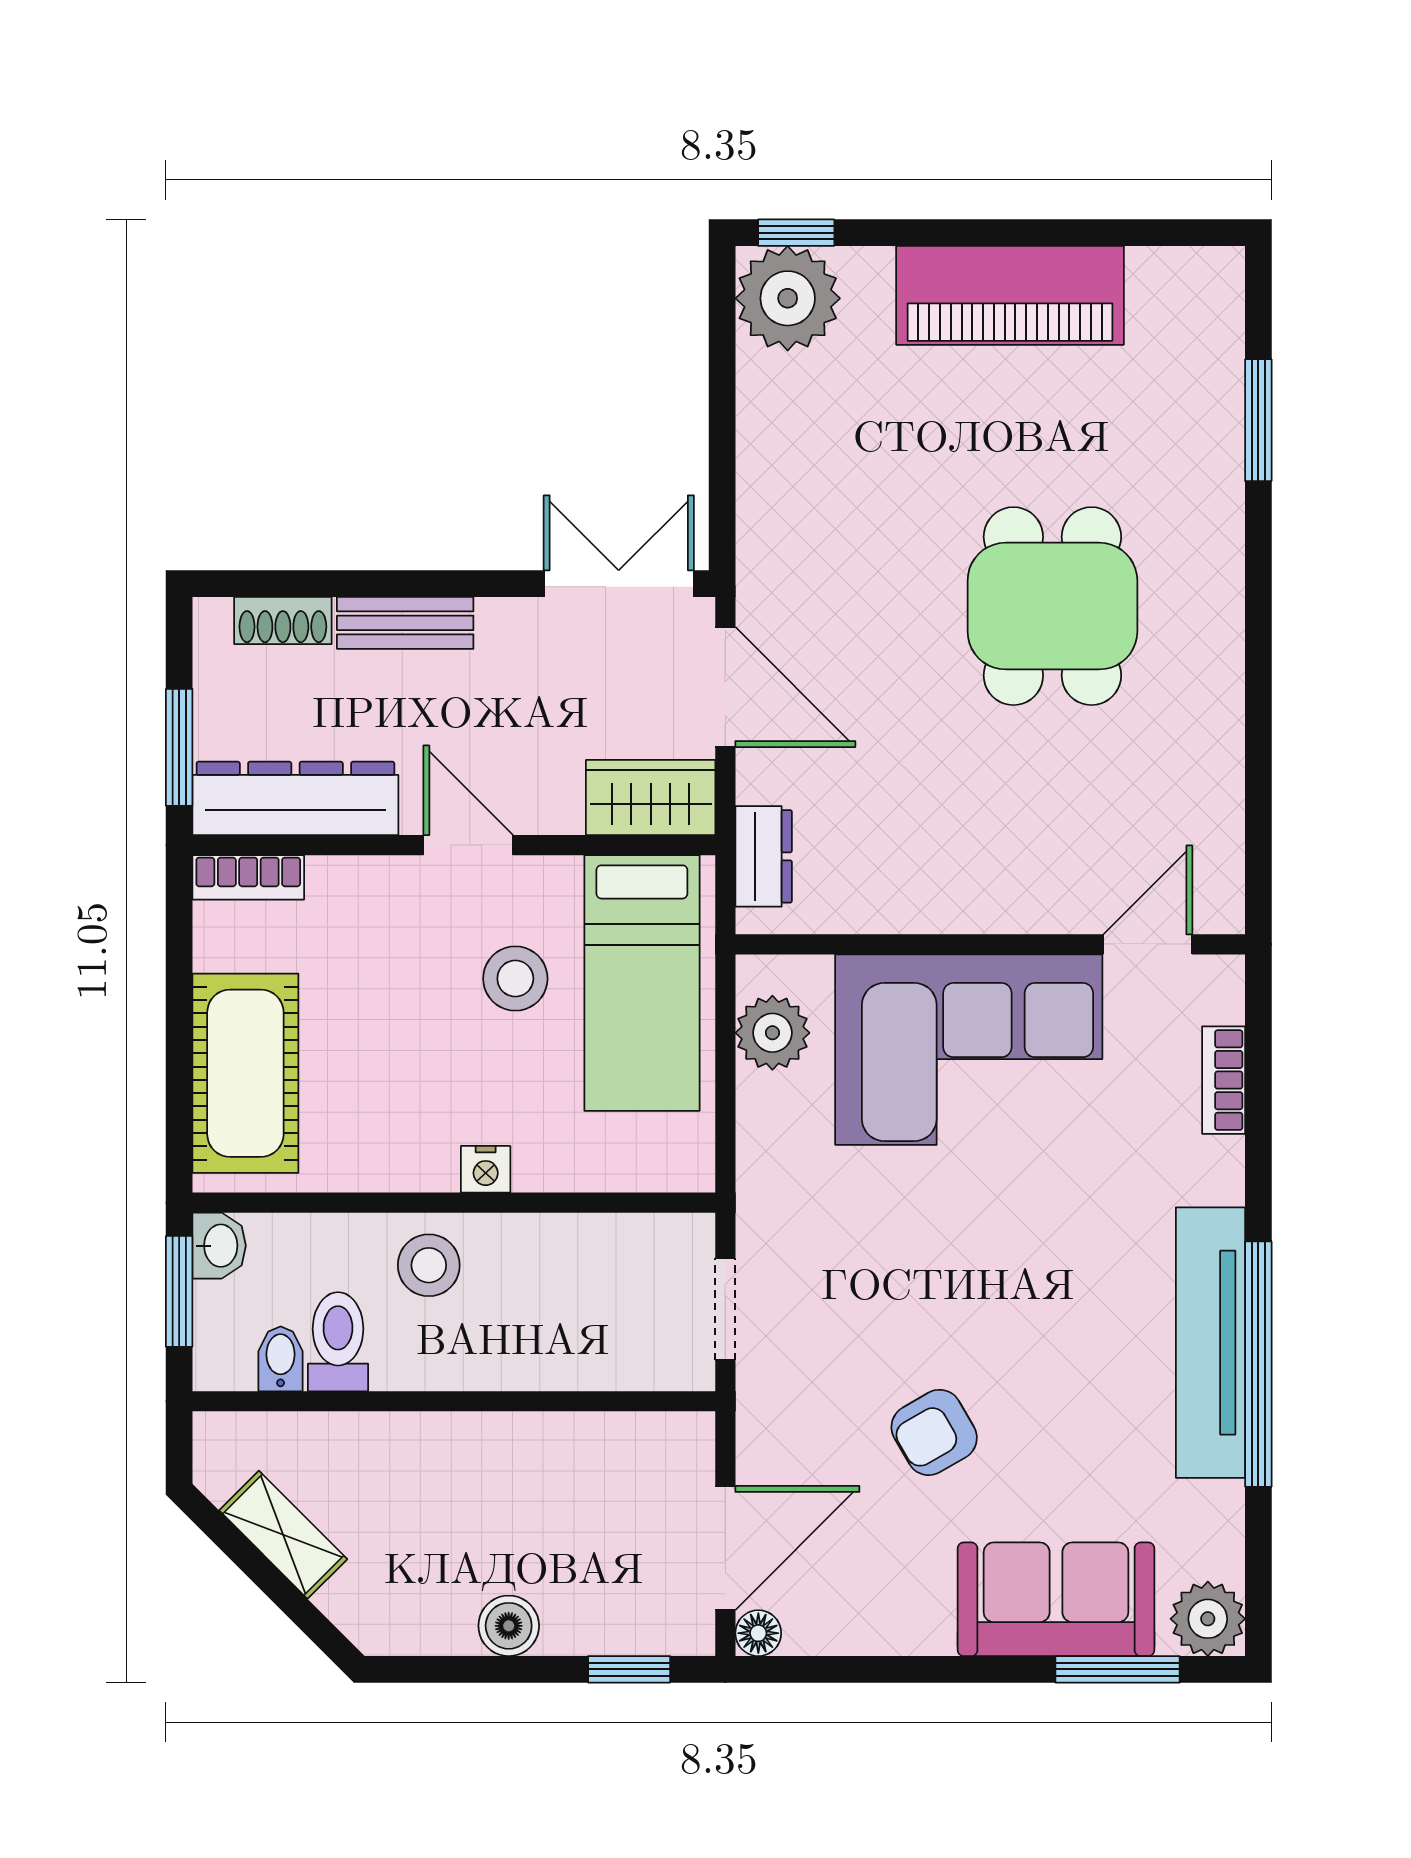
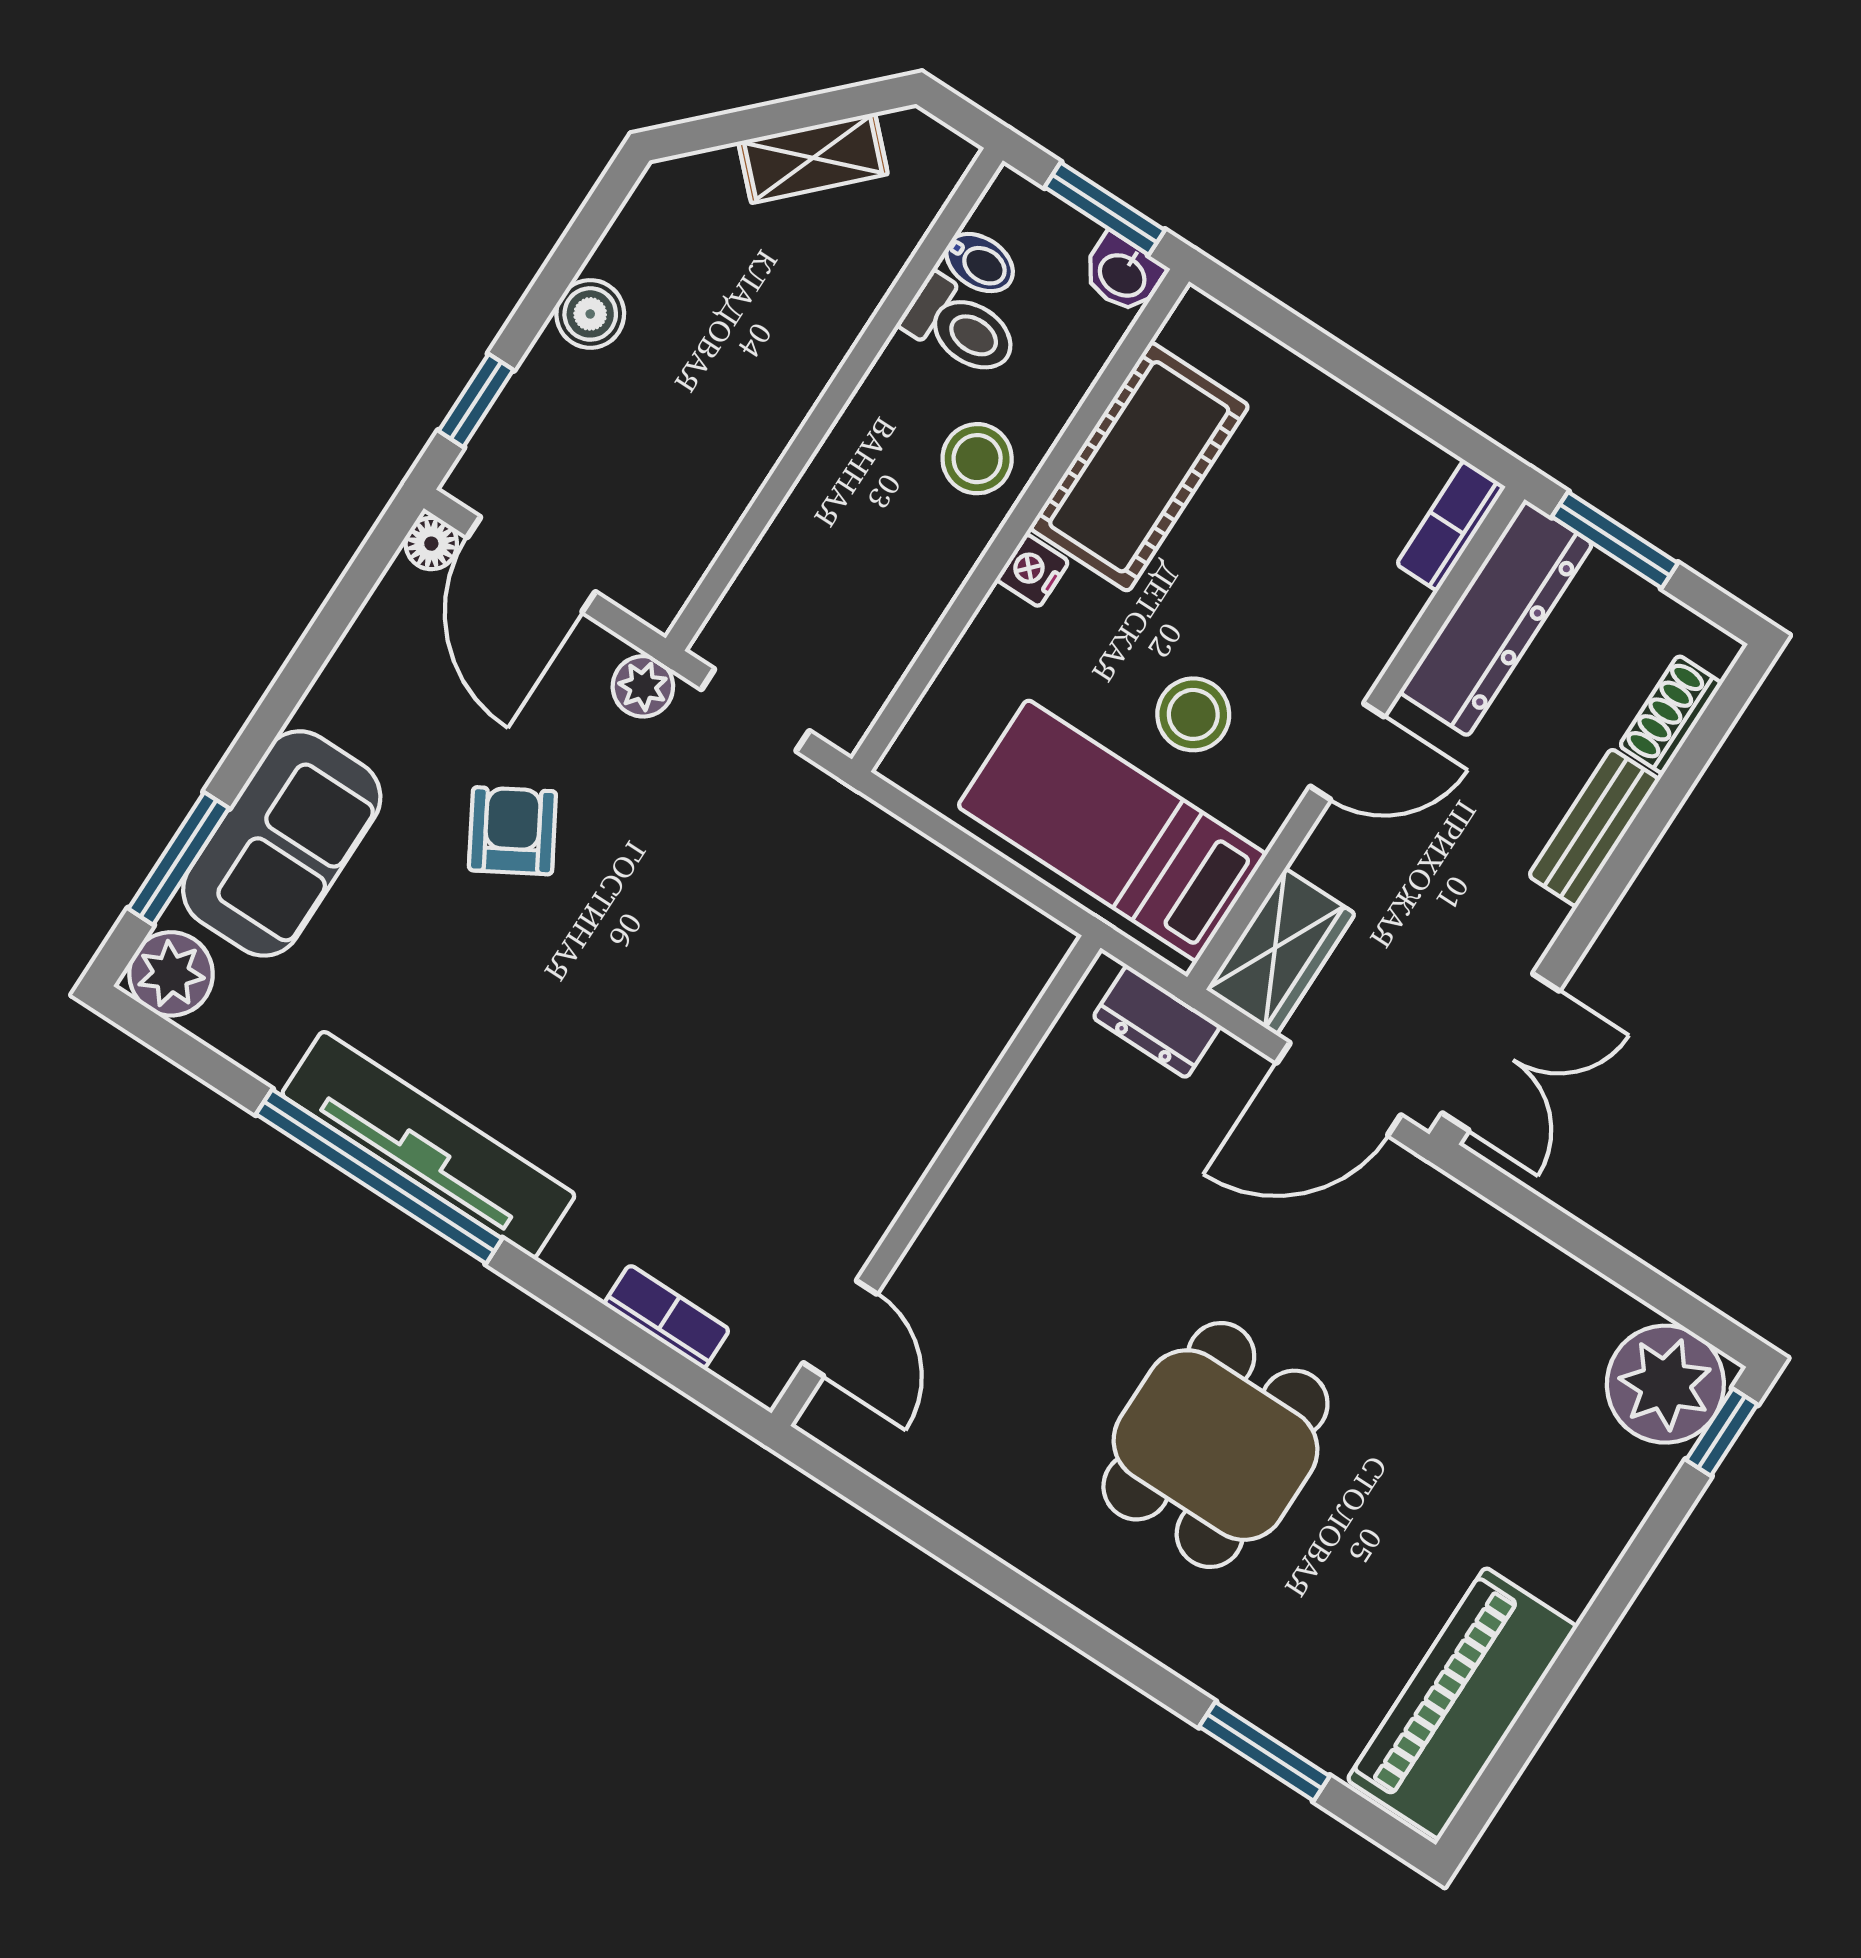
piano: (1010, 295) -> (1462, 1703), moved
dining table: (1052, 606) -> (1215, 1445), turned 90
plant: (772, 1033) -> (643, 686), moved, width x0.73, depth x0.73
corner sofa: (969, 1050) -> (850, 1096), removed
cot: (245, 1073) -> (1139, 467), moved, turned 90

